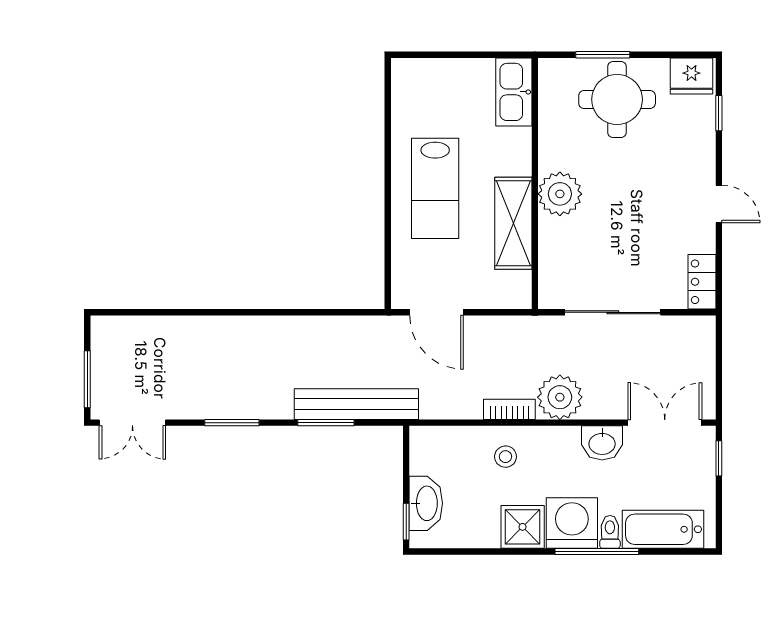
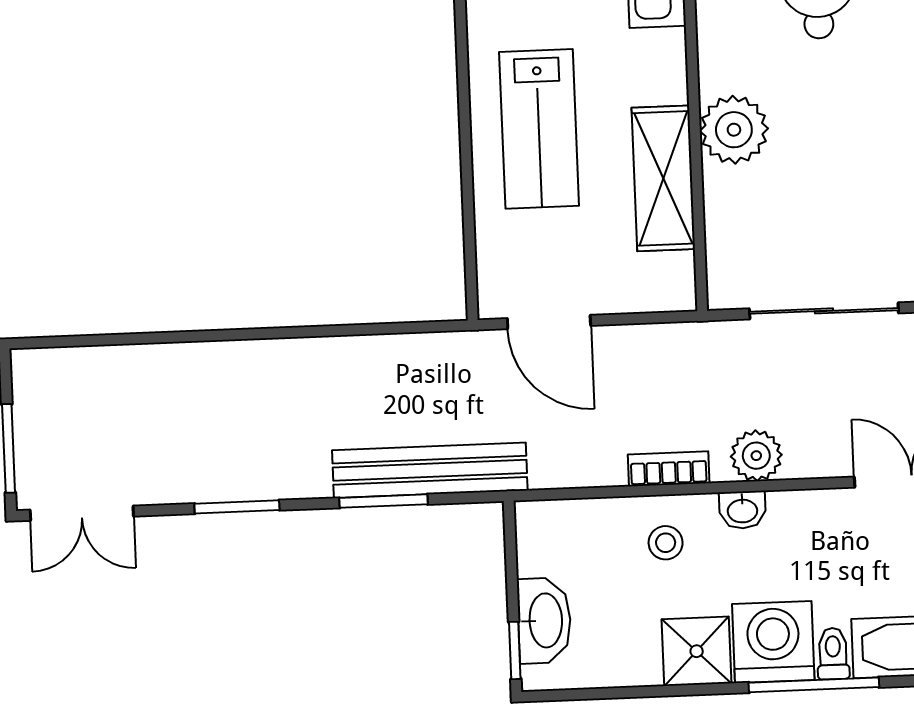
plant: (560, 397) -> (756, 456), width x0.73, depth x0.73
washbasin: (602, 443) -> (742, 510), moved, width x0.72, depth x0.69

